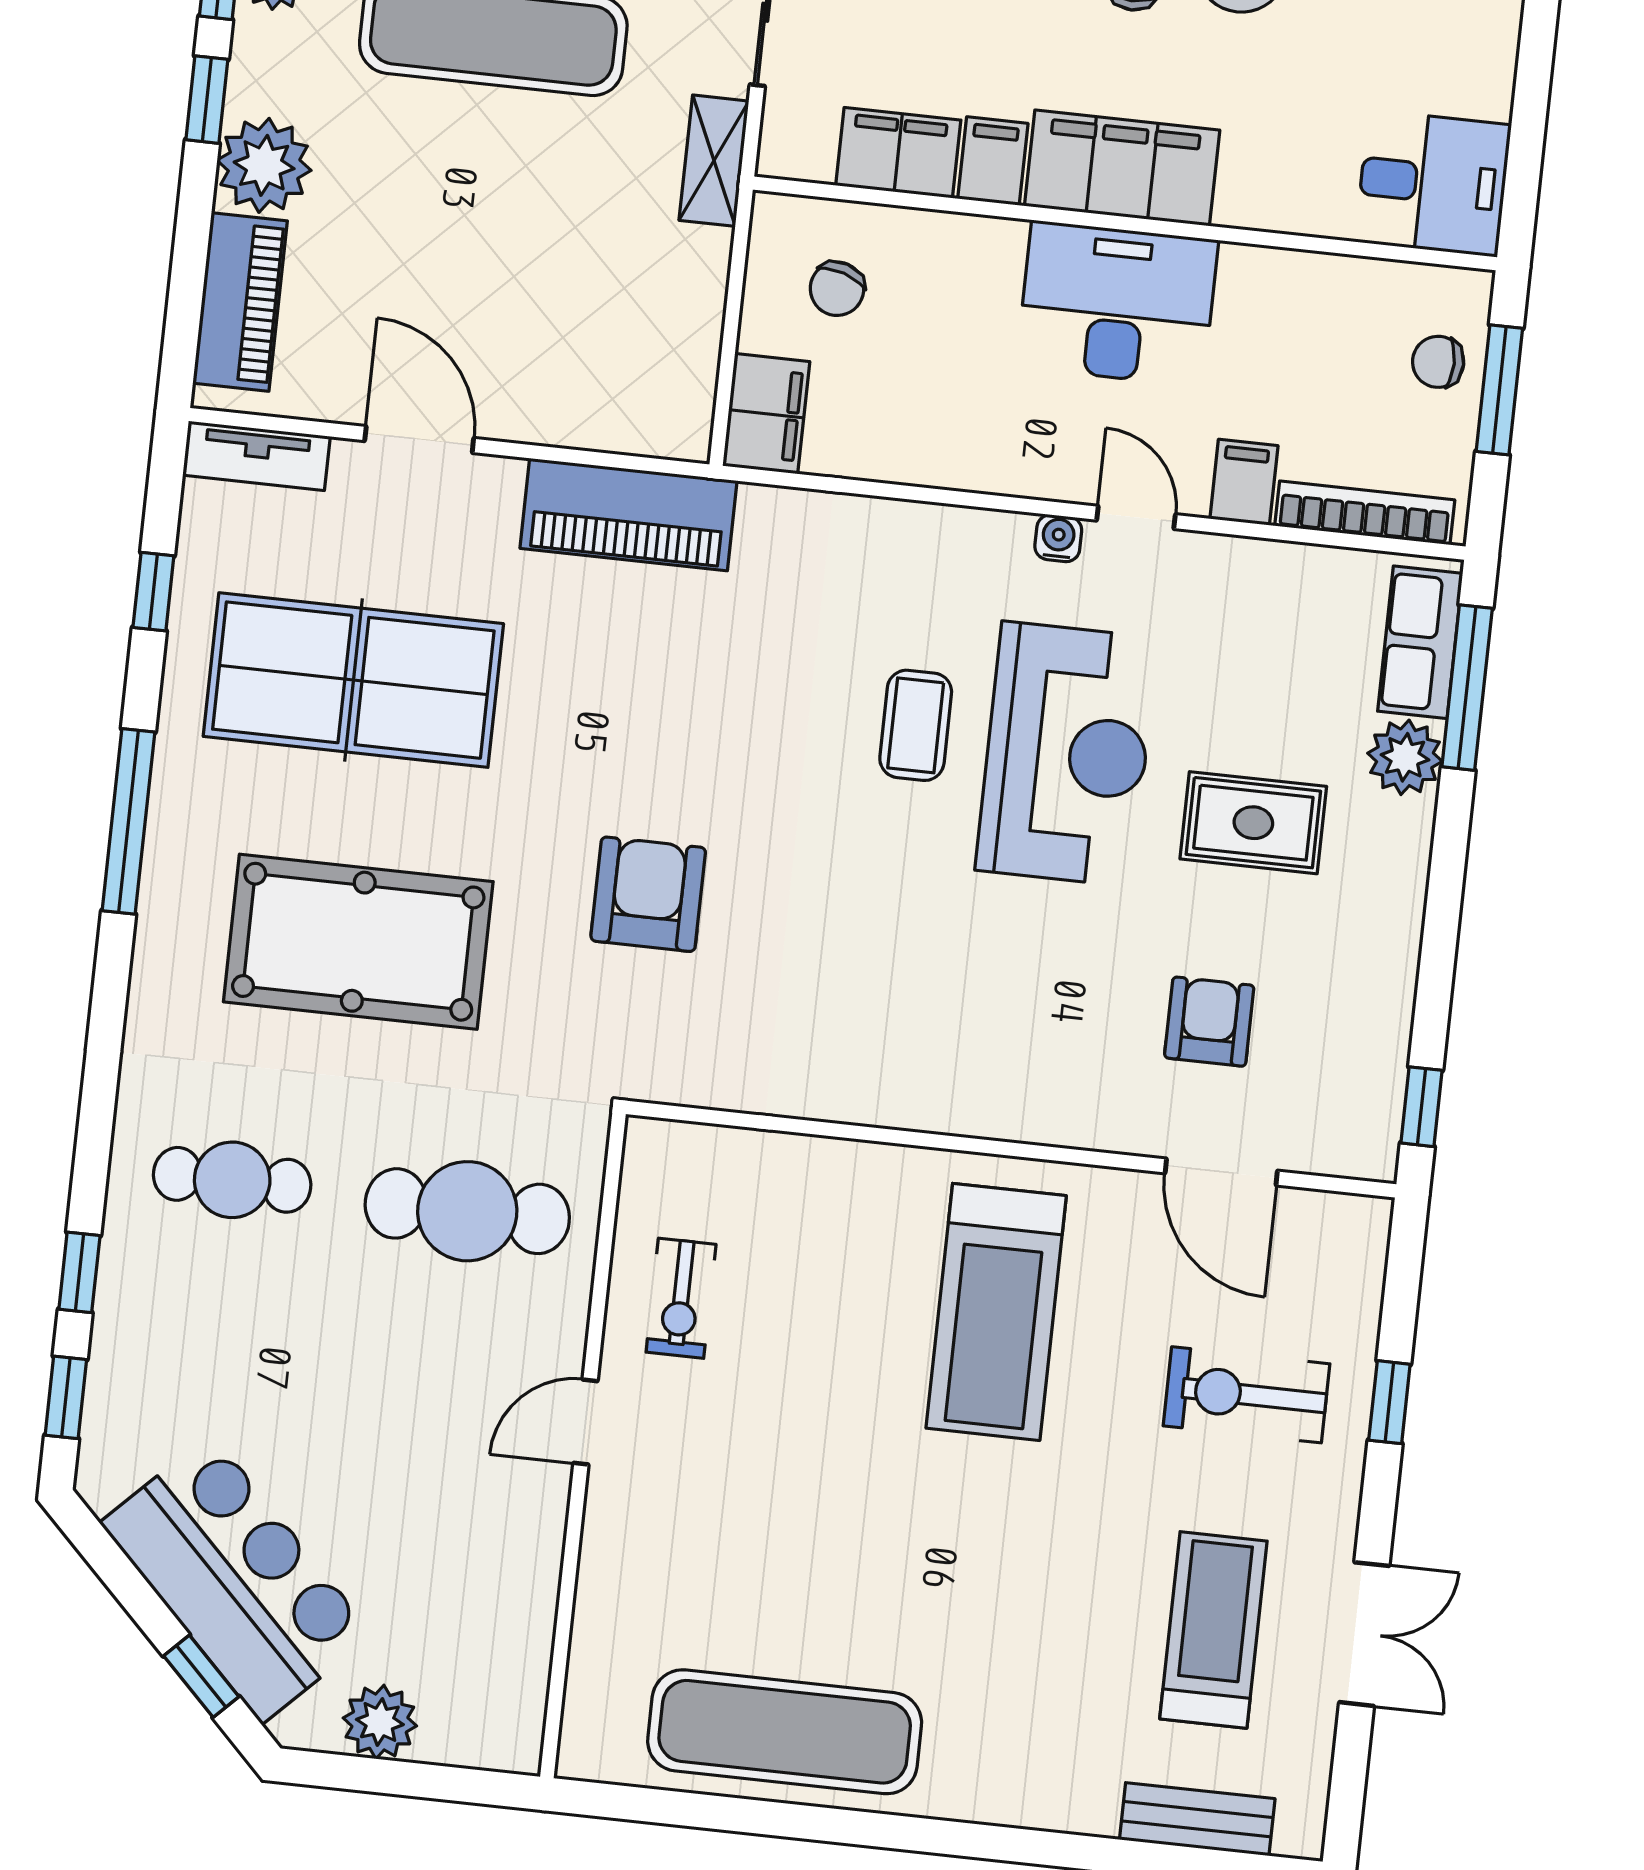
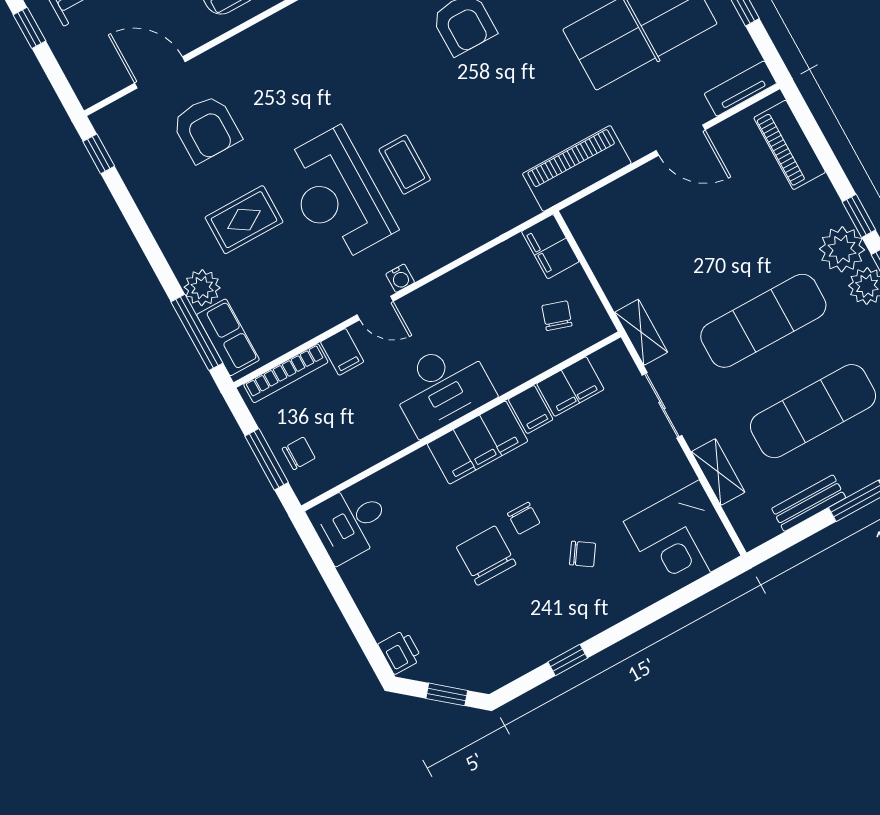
plant: (264, 165) -> (842, 249), moved
armchair: (1209, 1022) -> (206, 129), width x1.38, depth x1.38

